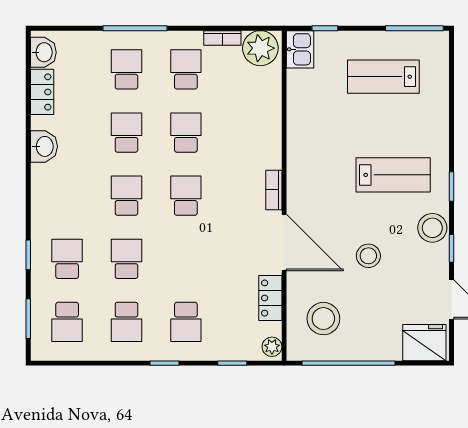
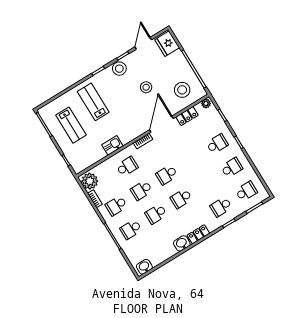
kitchen sink: (300, 49) -> (112, 145), moved
locker: (42, 92) -> (198, 234), moved
lab bench: (393, 175) -> (93, 102), moved
school desk: (126, 259) -> (127, 167), moved, turned 180

